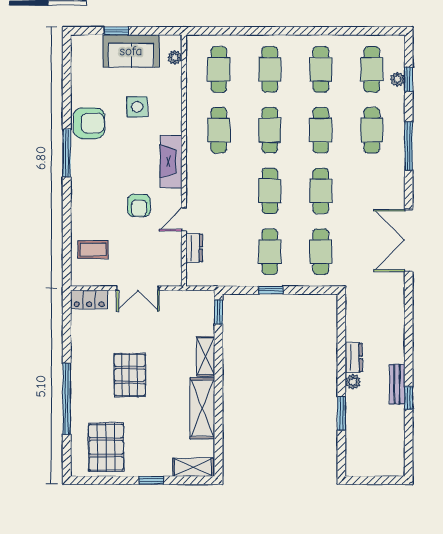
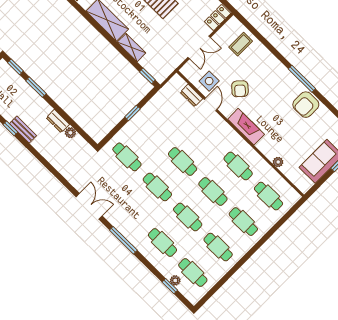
plant: (175, 57) -> (278, 162), moved
side table: (137, 107) -> (209, 81), moved
window: (409, 146) -> (123, 240), moved
armchair: (139, 206) -> (240, 89), turned -137
double door: (409, 240) -> (89, 206), width x0.73
cafe table: (270, 252) -> (152, 131), removed
double door: (138, 288) -> (199, 47), swing flipped
plant: (353, 382) -> (70, 133), moved
window: (341, 455) -> (15, 67), added

